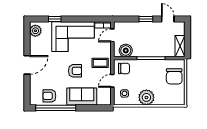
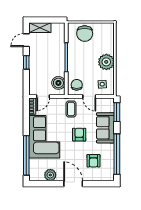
window: (55, 19) -> (26, 155), width x3.17
plant: (35, 31) -> (50, 175), moved
door: (112, 35) -> (43, 96), hinge flipped
shelving: (180, 46) -> (40, 28), moved
chair: (174, 76) -> (85, 34), turned 90
armchair: (49, 96) -> (93, 161), moved
window: (97, 108) -> (117, 112), added

